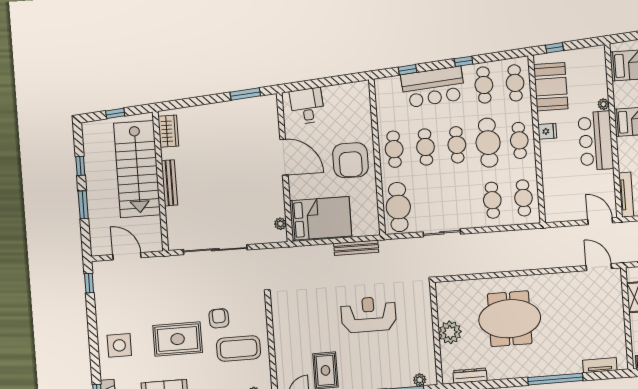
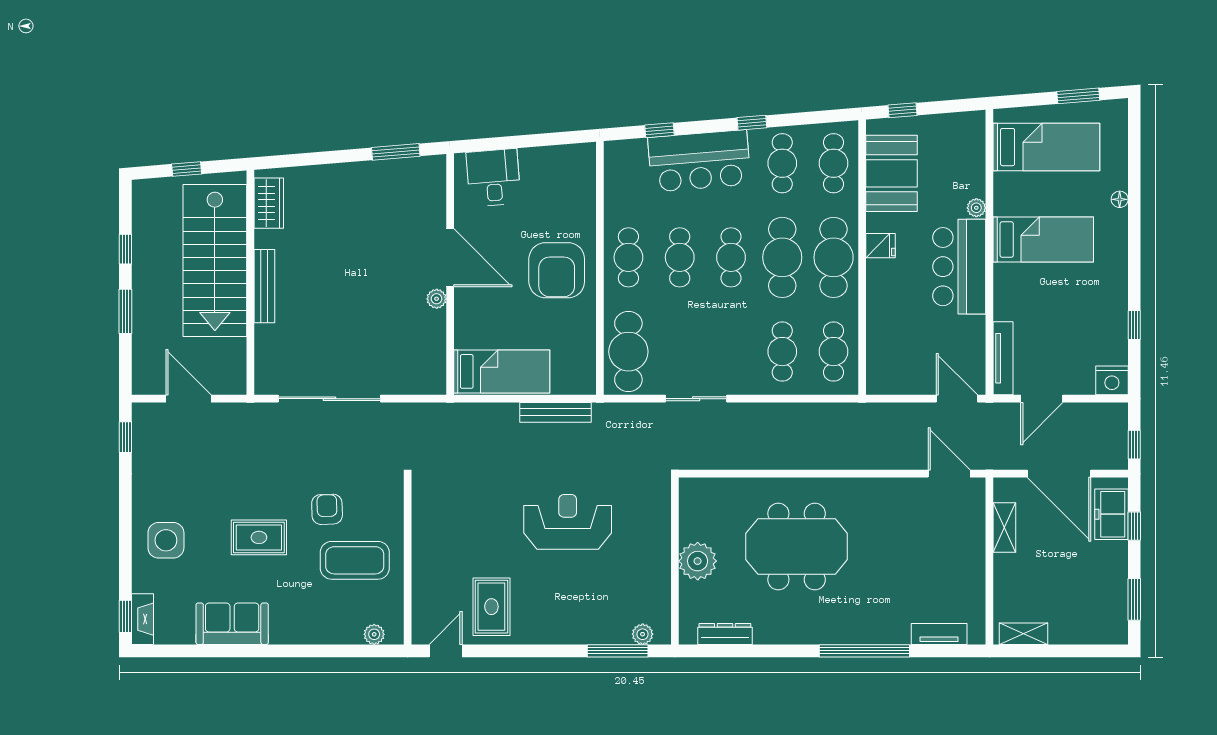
cafe table: (519, 140) -> (834, 257), width x1.37, depth x1.35
bed: (321, 218) -> (502, 371), width x0.67
plant: (280, 224) -> (437, 299), moved
rug: (178, 339) -> (259, 537), width x0.73, depth x0.70

